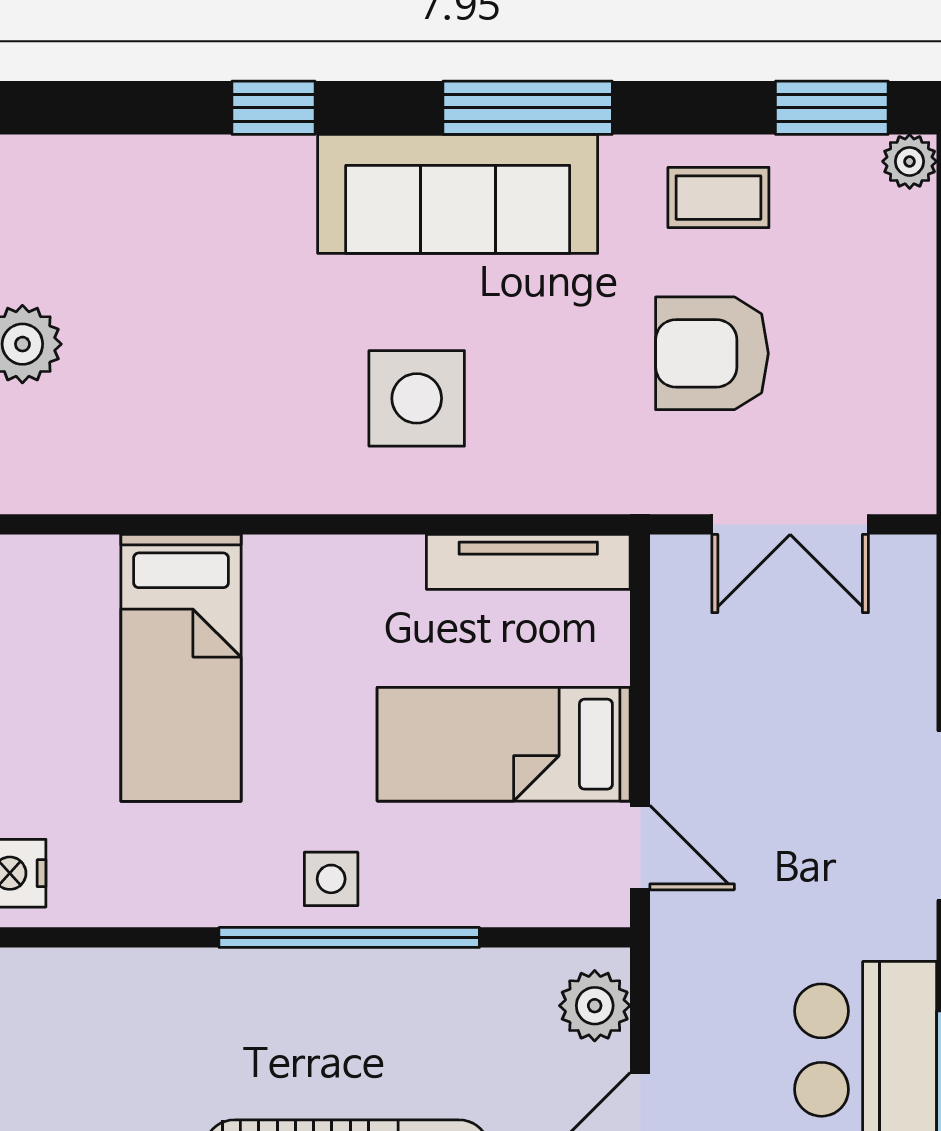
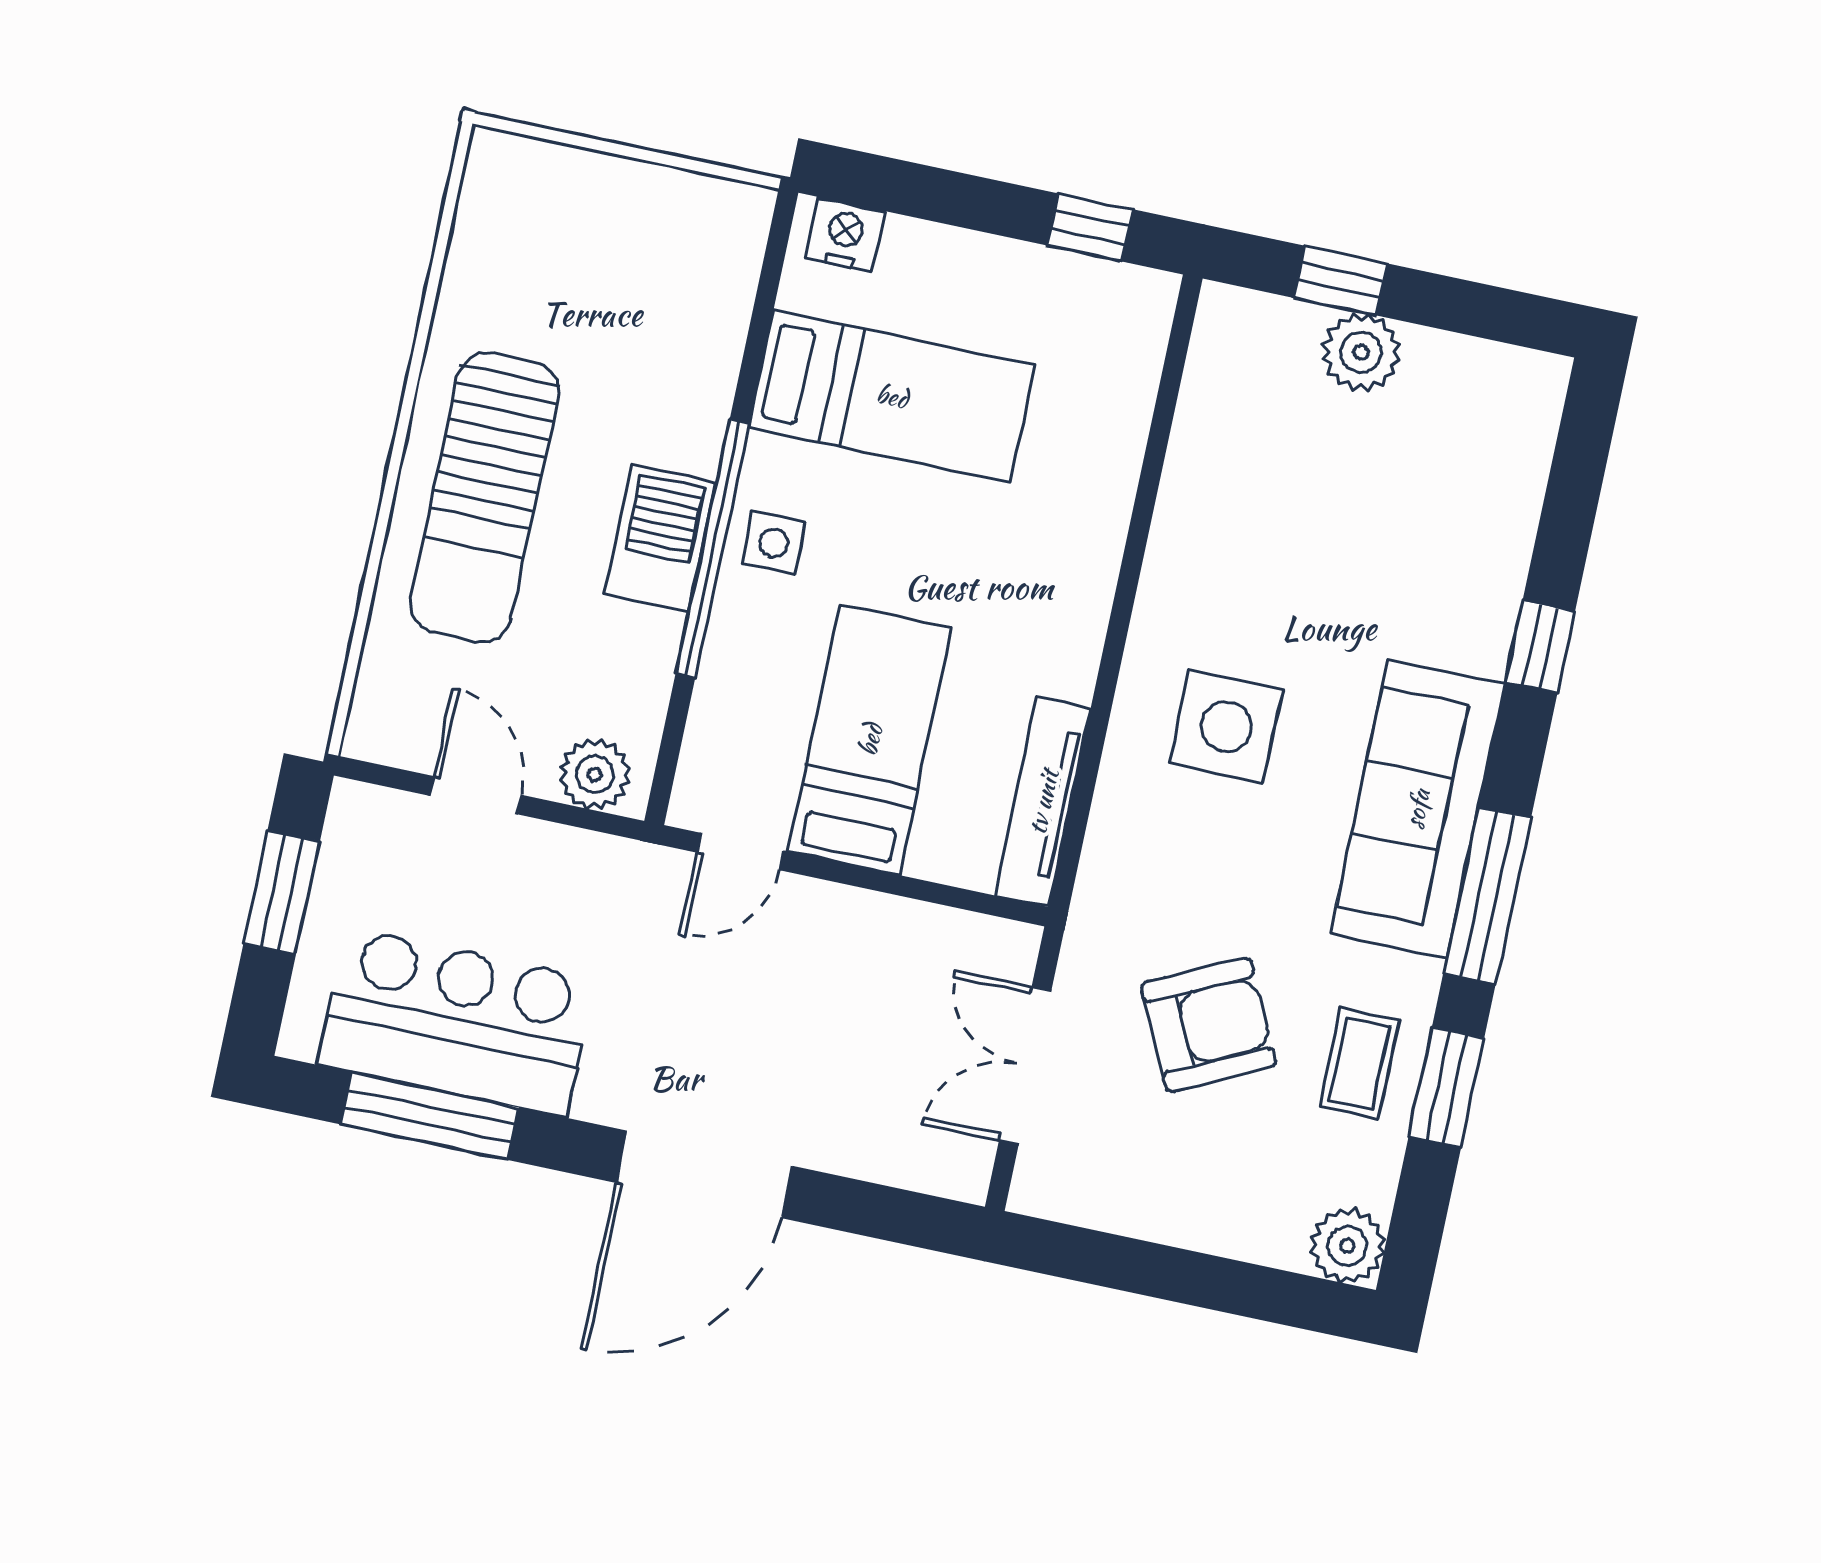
window: (832, 108) -> (1446, 1087), moved
plant: (910, 161) -> (1347, 1246), width x1.38, depth x1.38
armchair: (712, 353) -> (1209, 1025), turned 64
bed: (181, 668) -> (892, 396), moved, turned 180
barbecue: (350, 991) -> (660, 538), added

